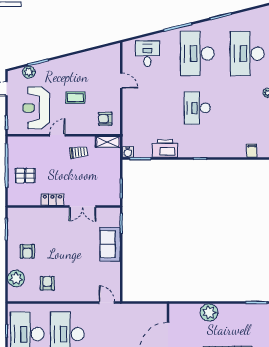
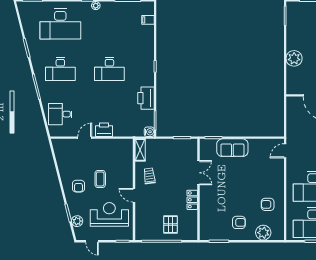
desk: (197, 54) -> (60, 69), width x0.73, depth x0.77
printer: (130, 102) -> (104, 130), added
reception desk: (36, 108) -> (109, 214), turned 180
armchair: (105, 119) -> (78, 186), moved

